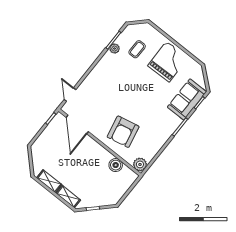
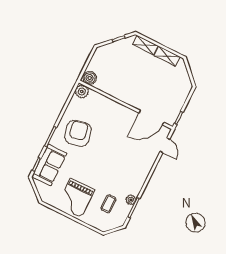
door: (77, 124) -> (151, 118), swing flipped
armchair: (123, 132) -> (78, 133), moved
boiler: (116, 165) -> (90, 78), moved

